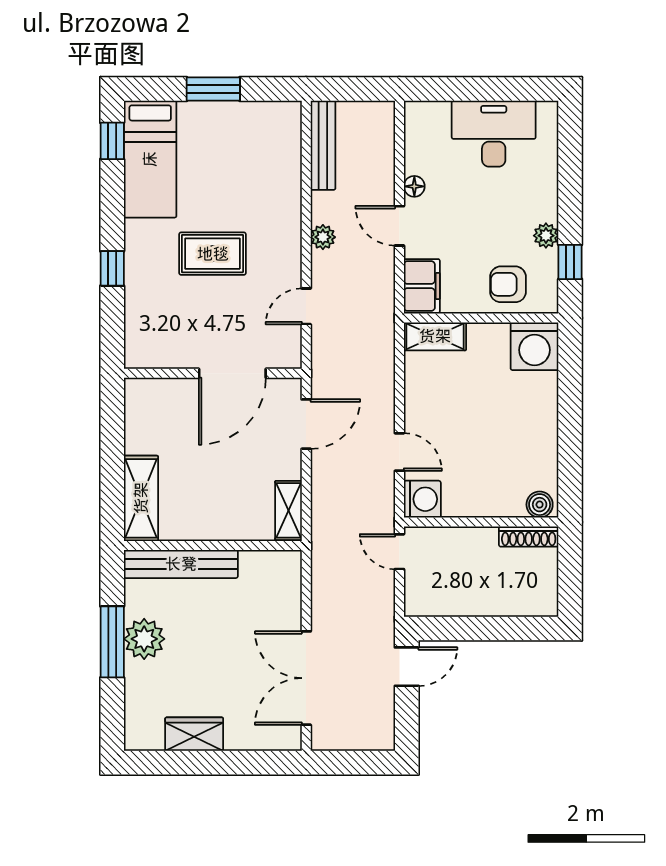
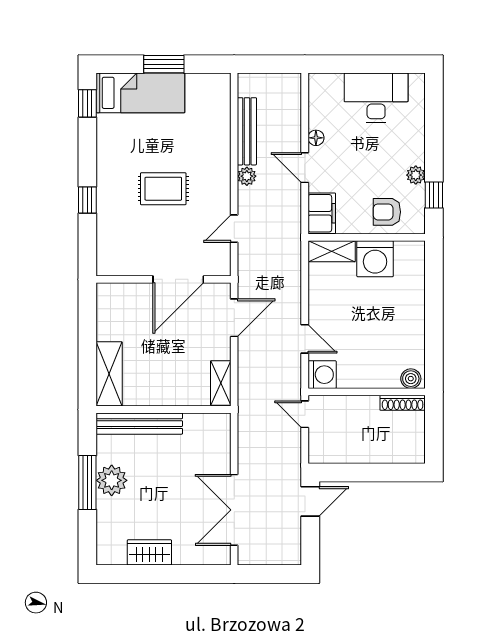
bench: (323, 145) -> (247, 131), moved
bed: (150, 159) -> (140, 93), moved, turned -90
washing machine: (534, 346) -> (375, 259), moved

